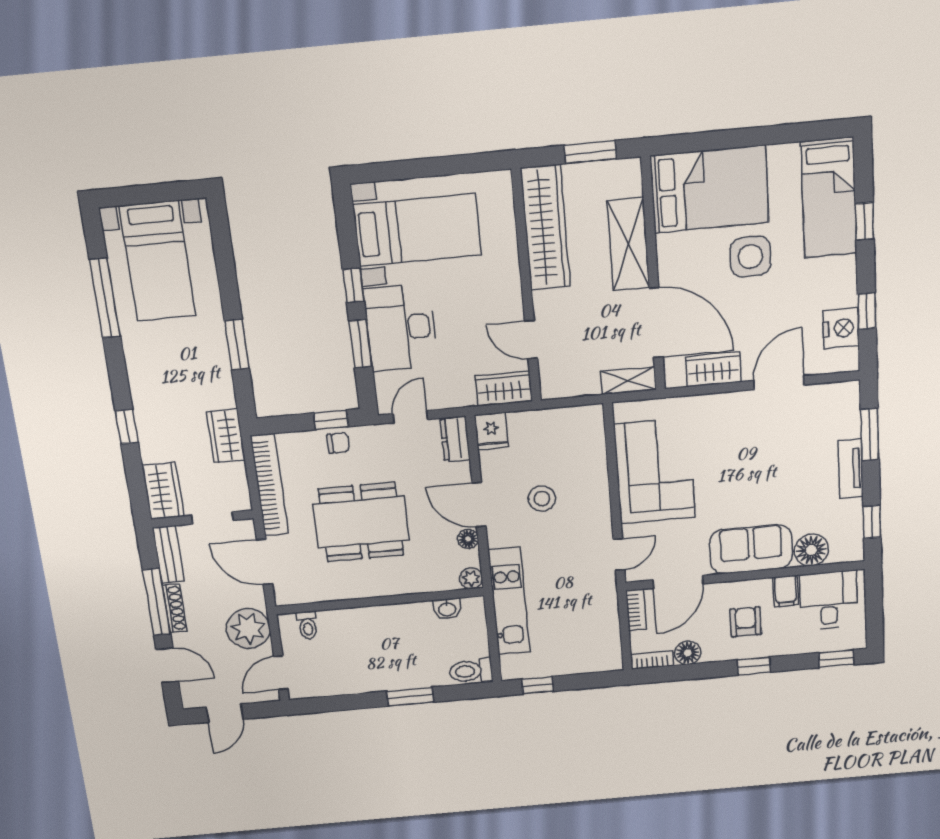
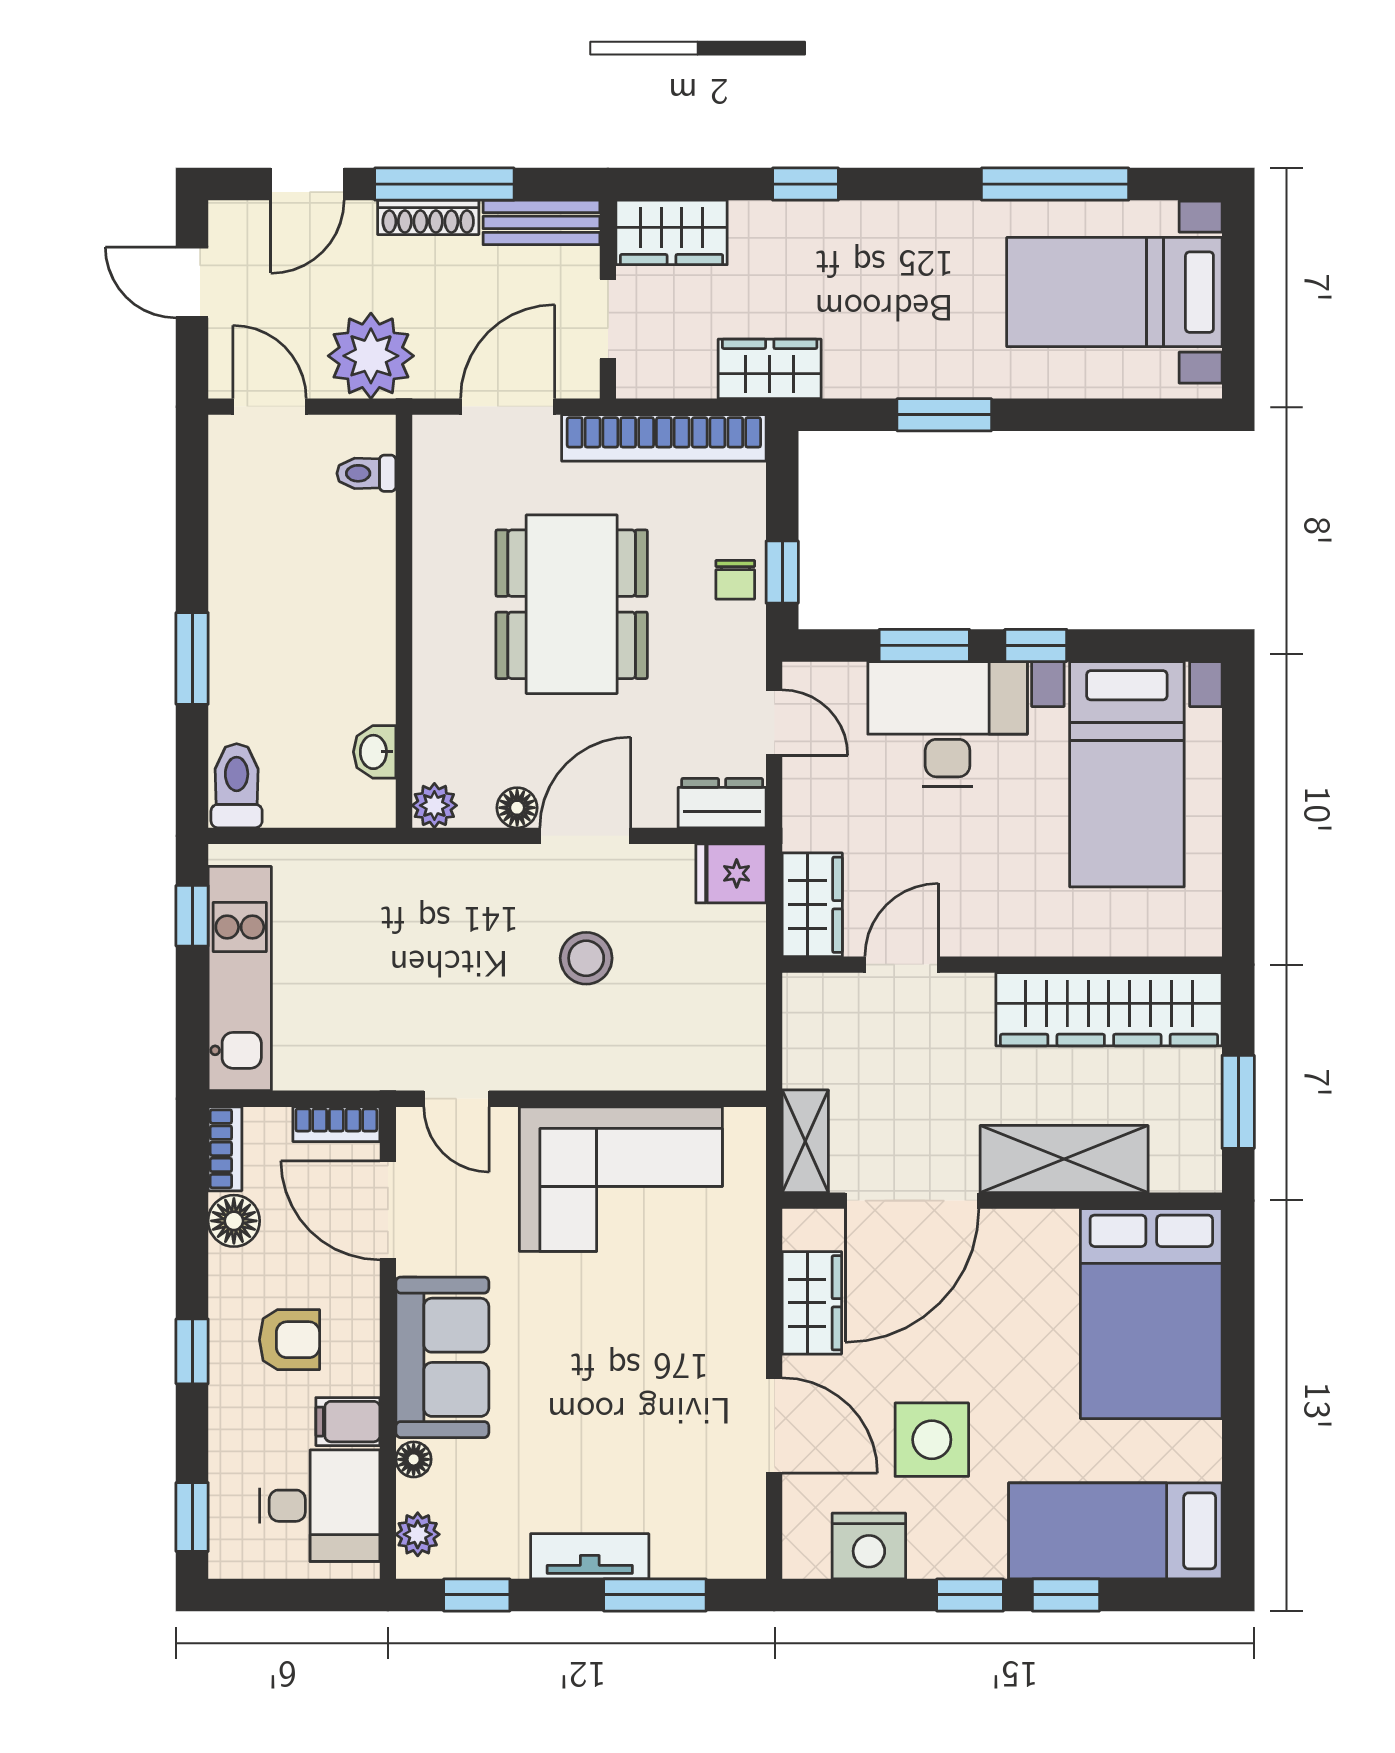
side table: (750, 256) -> (932, 1440), moved
window: (867, 311) -> (970, 1595), moved
floor lamp: (811, 550) -> (414, 1459), width x0.53, depth x0.53
plant: (842, 553) -> (418, 1534), added
kitchen unit: (509, 601) -> (240, 979), moved, turned -90

